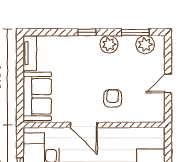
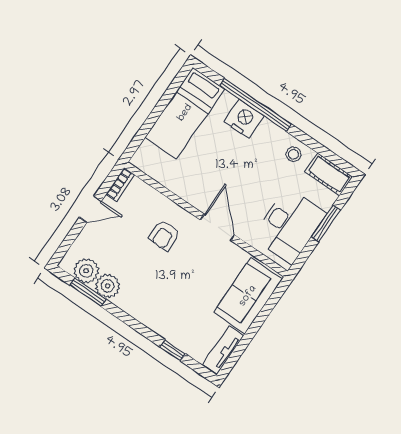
window: (87, 32) -> (173, 350), moved
plant: (109, 44) -> (108, 286), moved
bookcase: (160, 111) -> (120, 185), added

